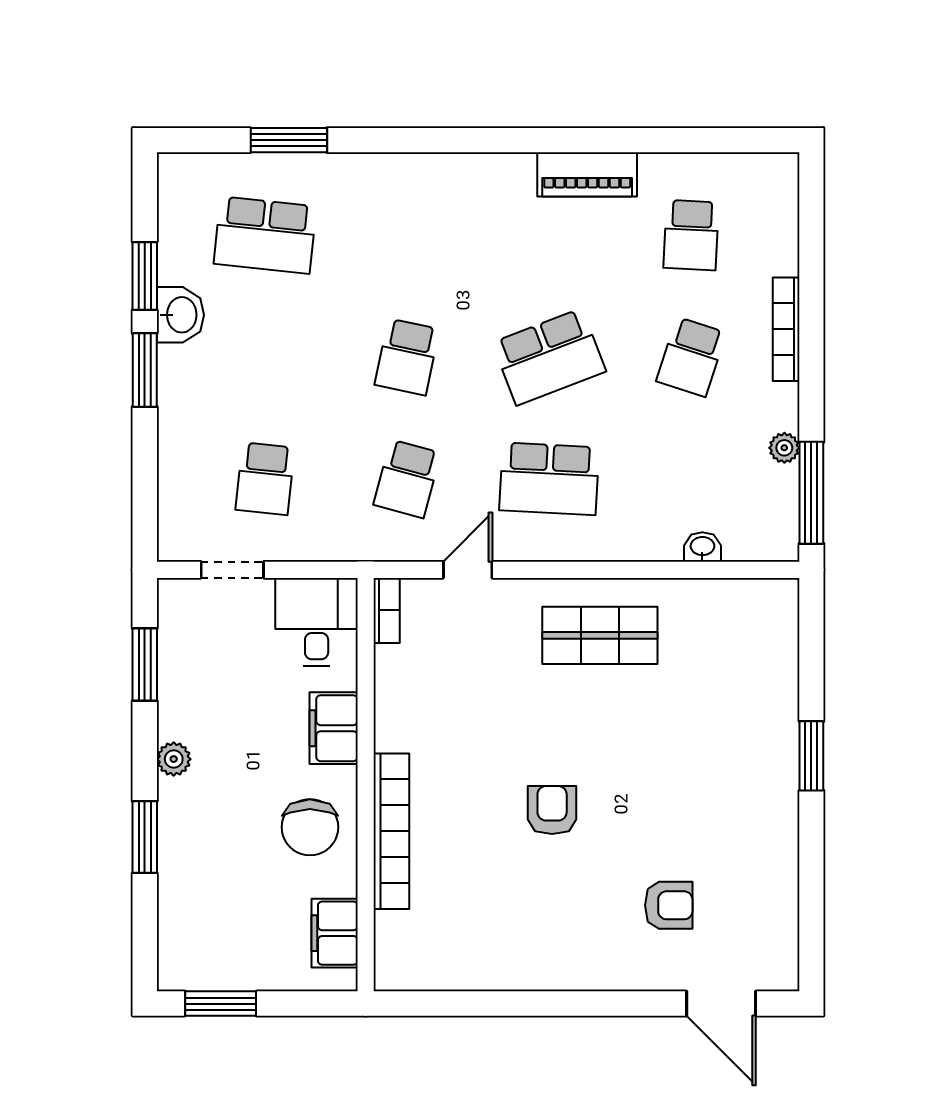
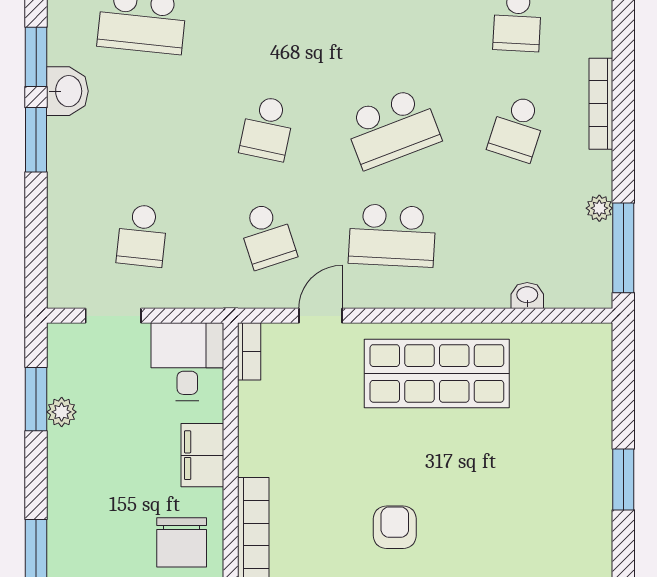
school desk: (407, 479) -> (267, 235), turned -33
shop shelf: (600, 635) -> (437, 373), width x1.43, depth x1.36
plant: (174, 759) -> (62, 412), moved

